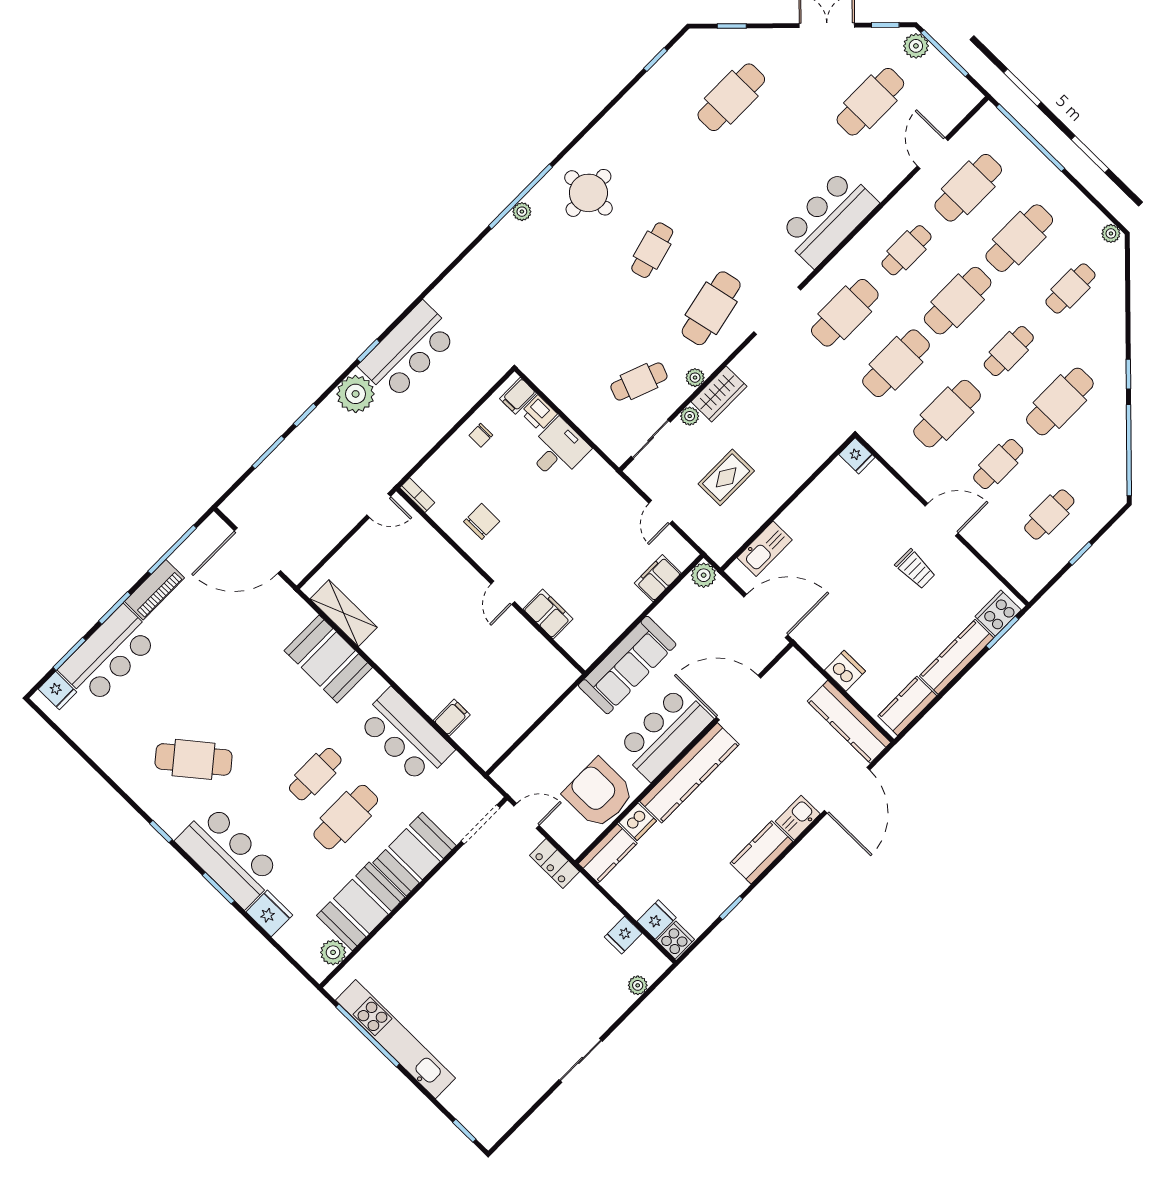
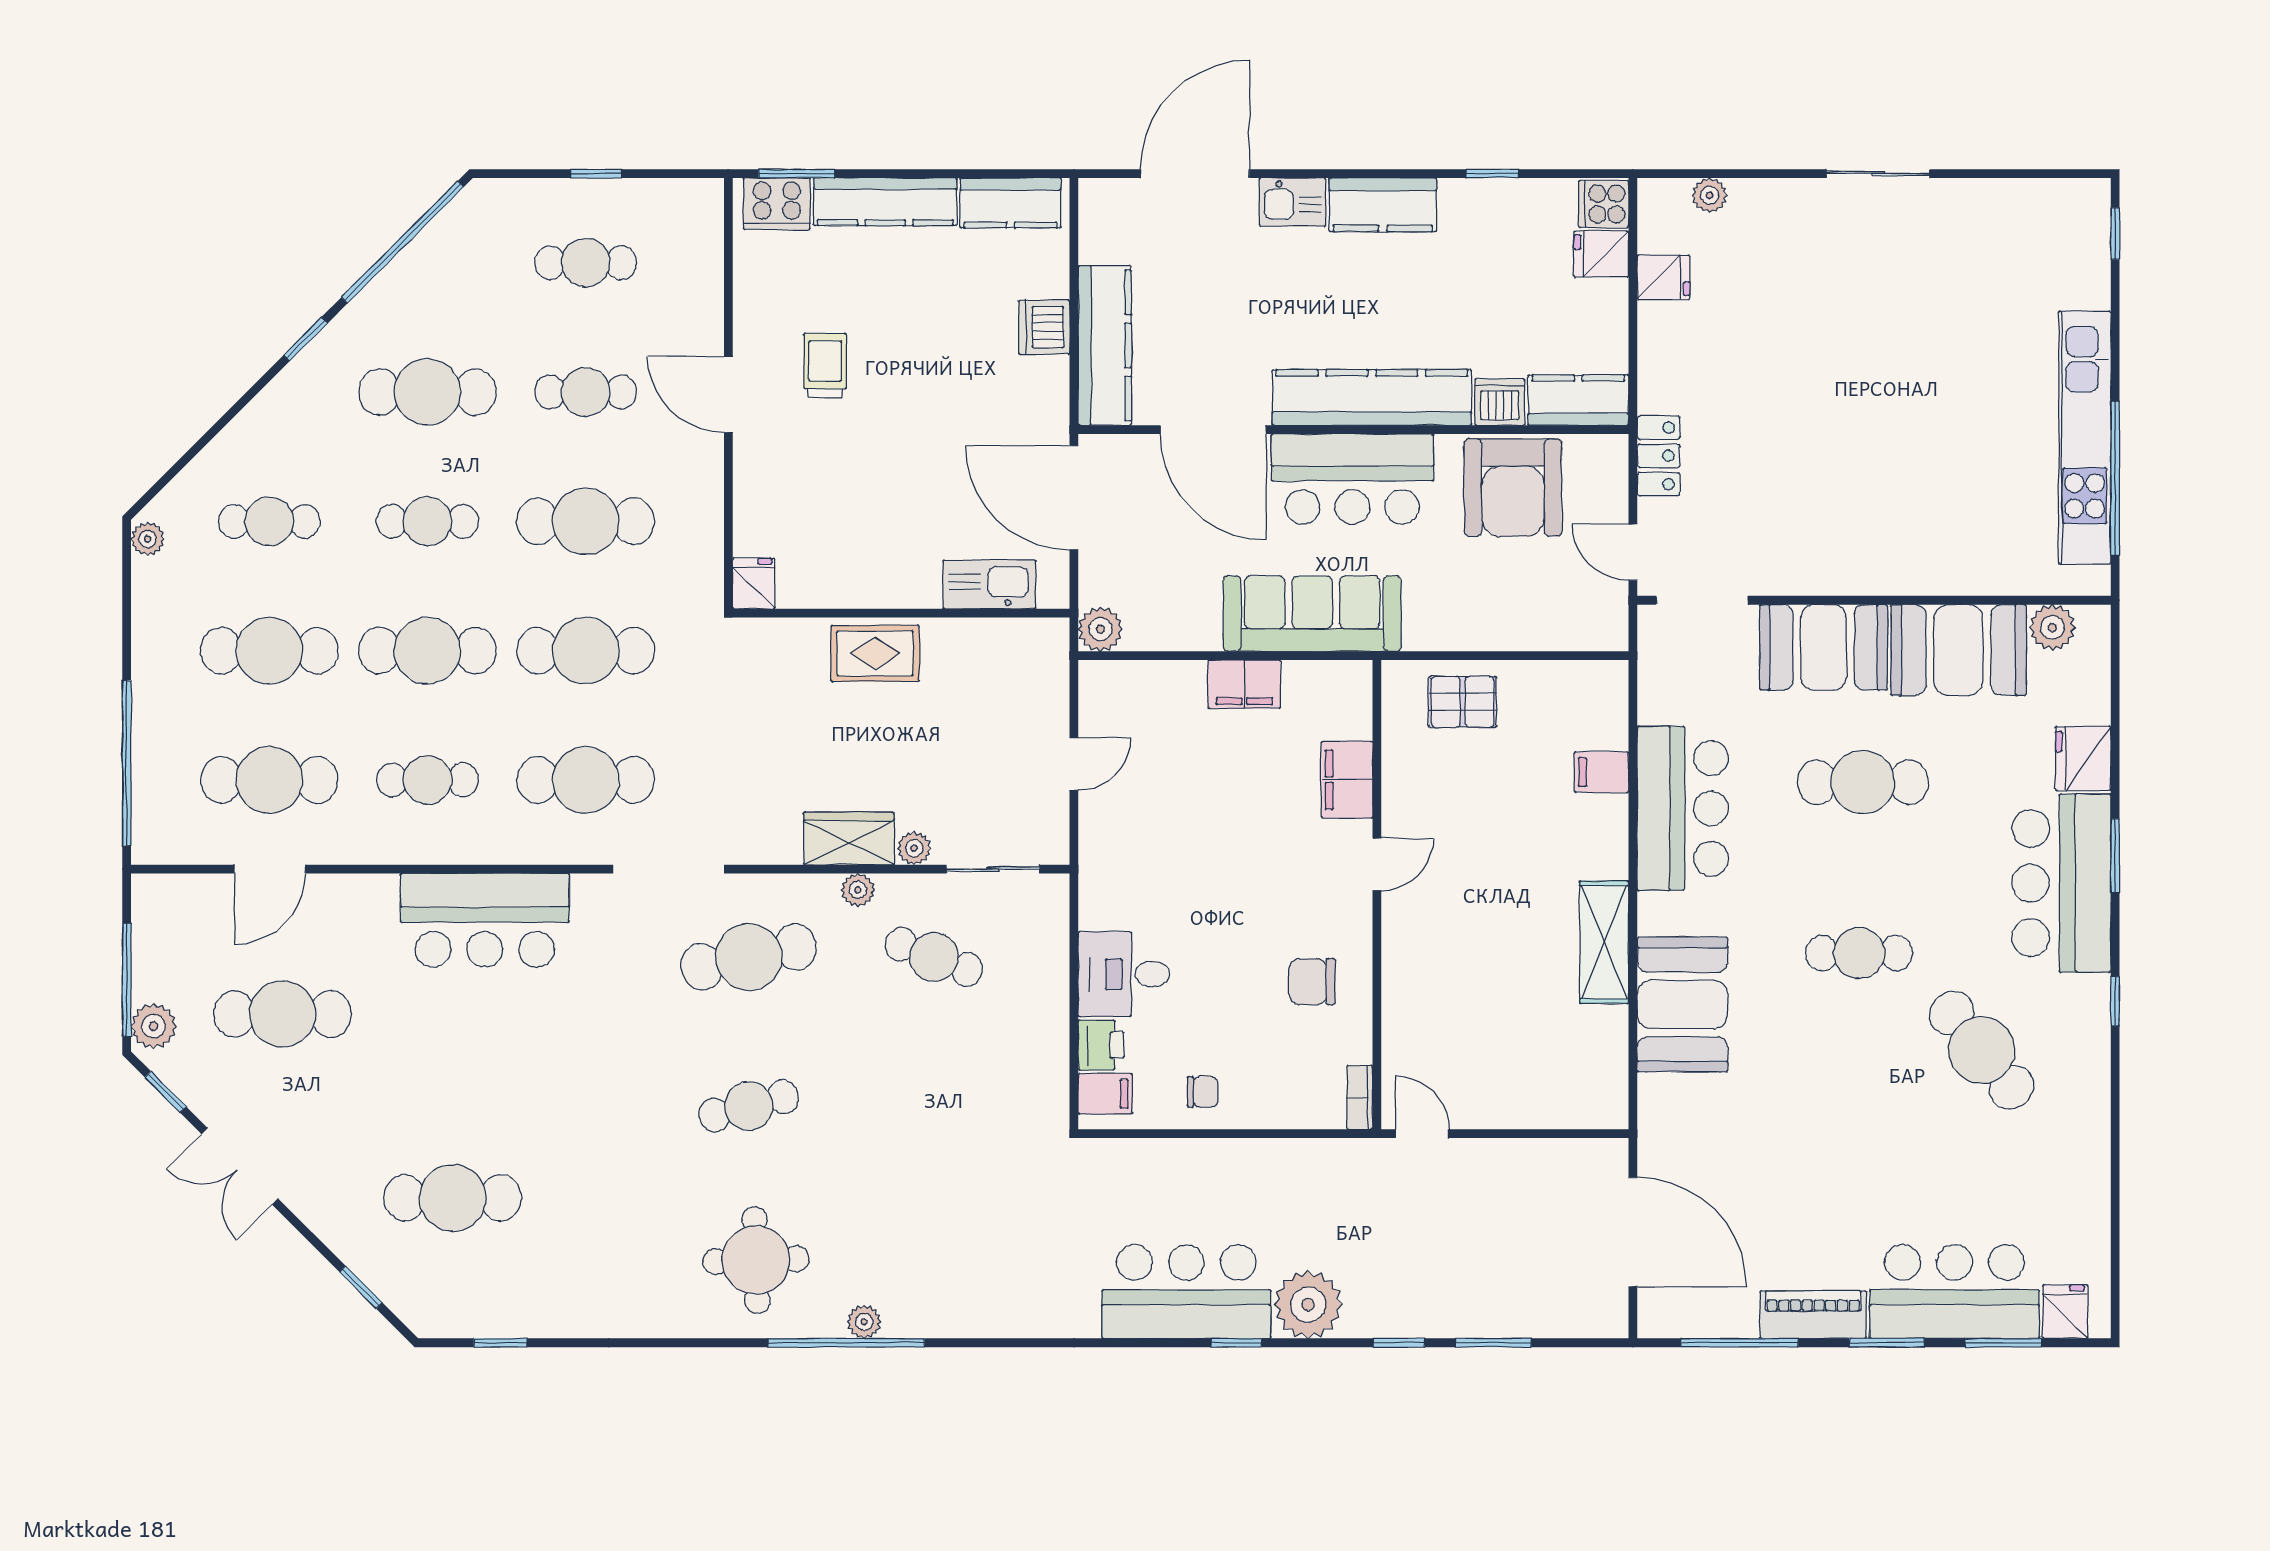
rug: (726, 477) -> (875, 653), moved
filing cabinet: (658, 578) -> (1244, 684), moved
shelving: (344, 613) -> (1604, 942), moved
pallet: (534, 690) -> (1463, 702), added
kitchen counter: (849, 722) -> (1105, 345), moved
cafe table: (315, 774) -> (1859, 953), moved

